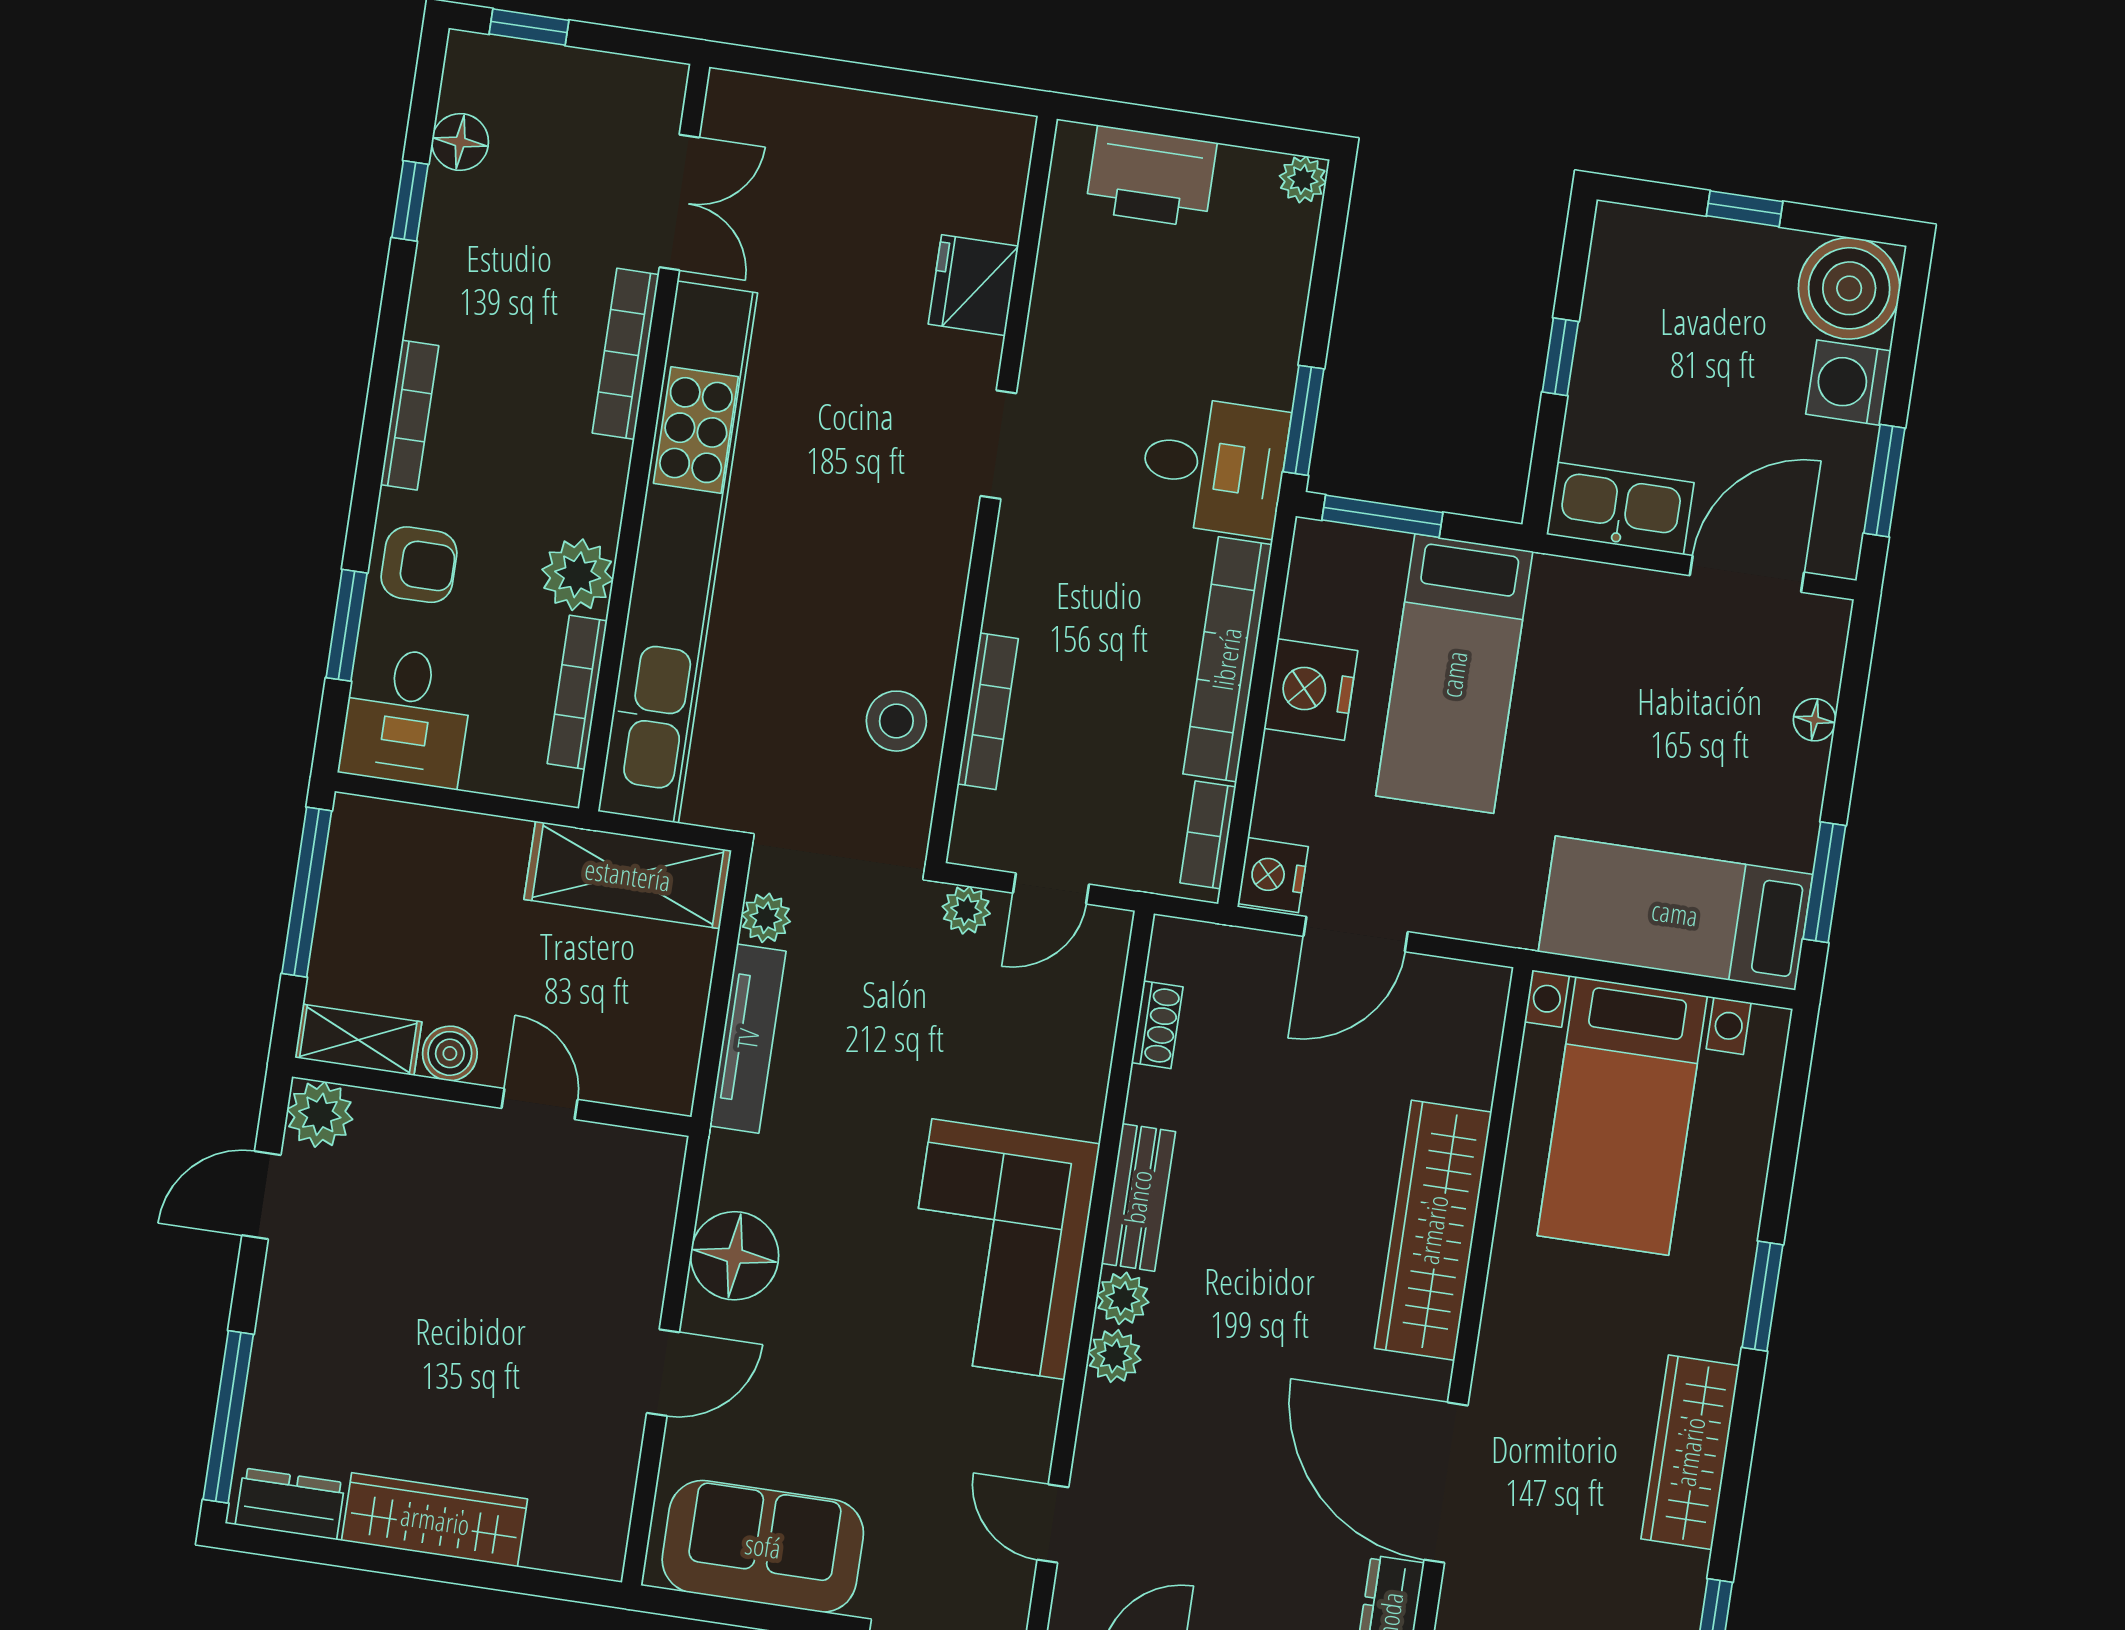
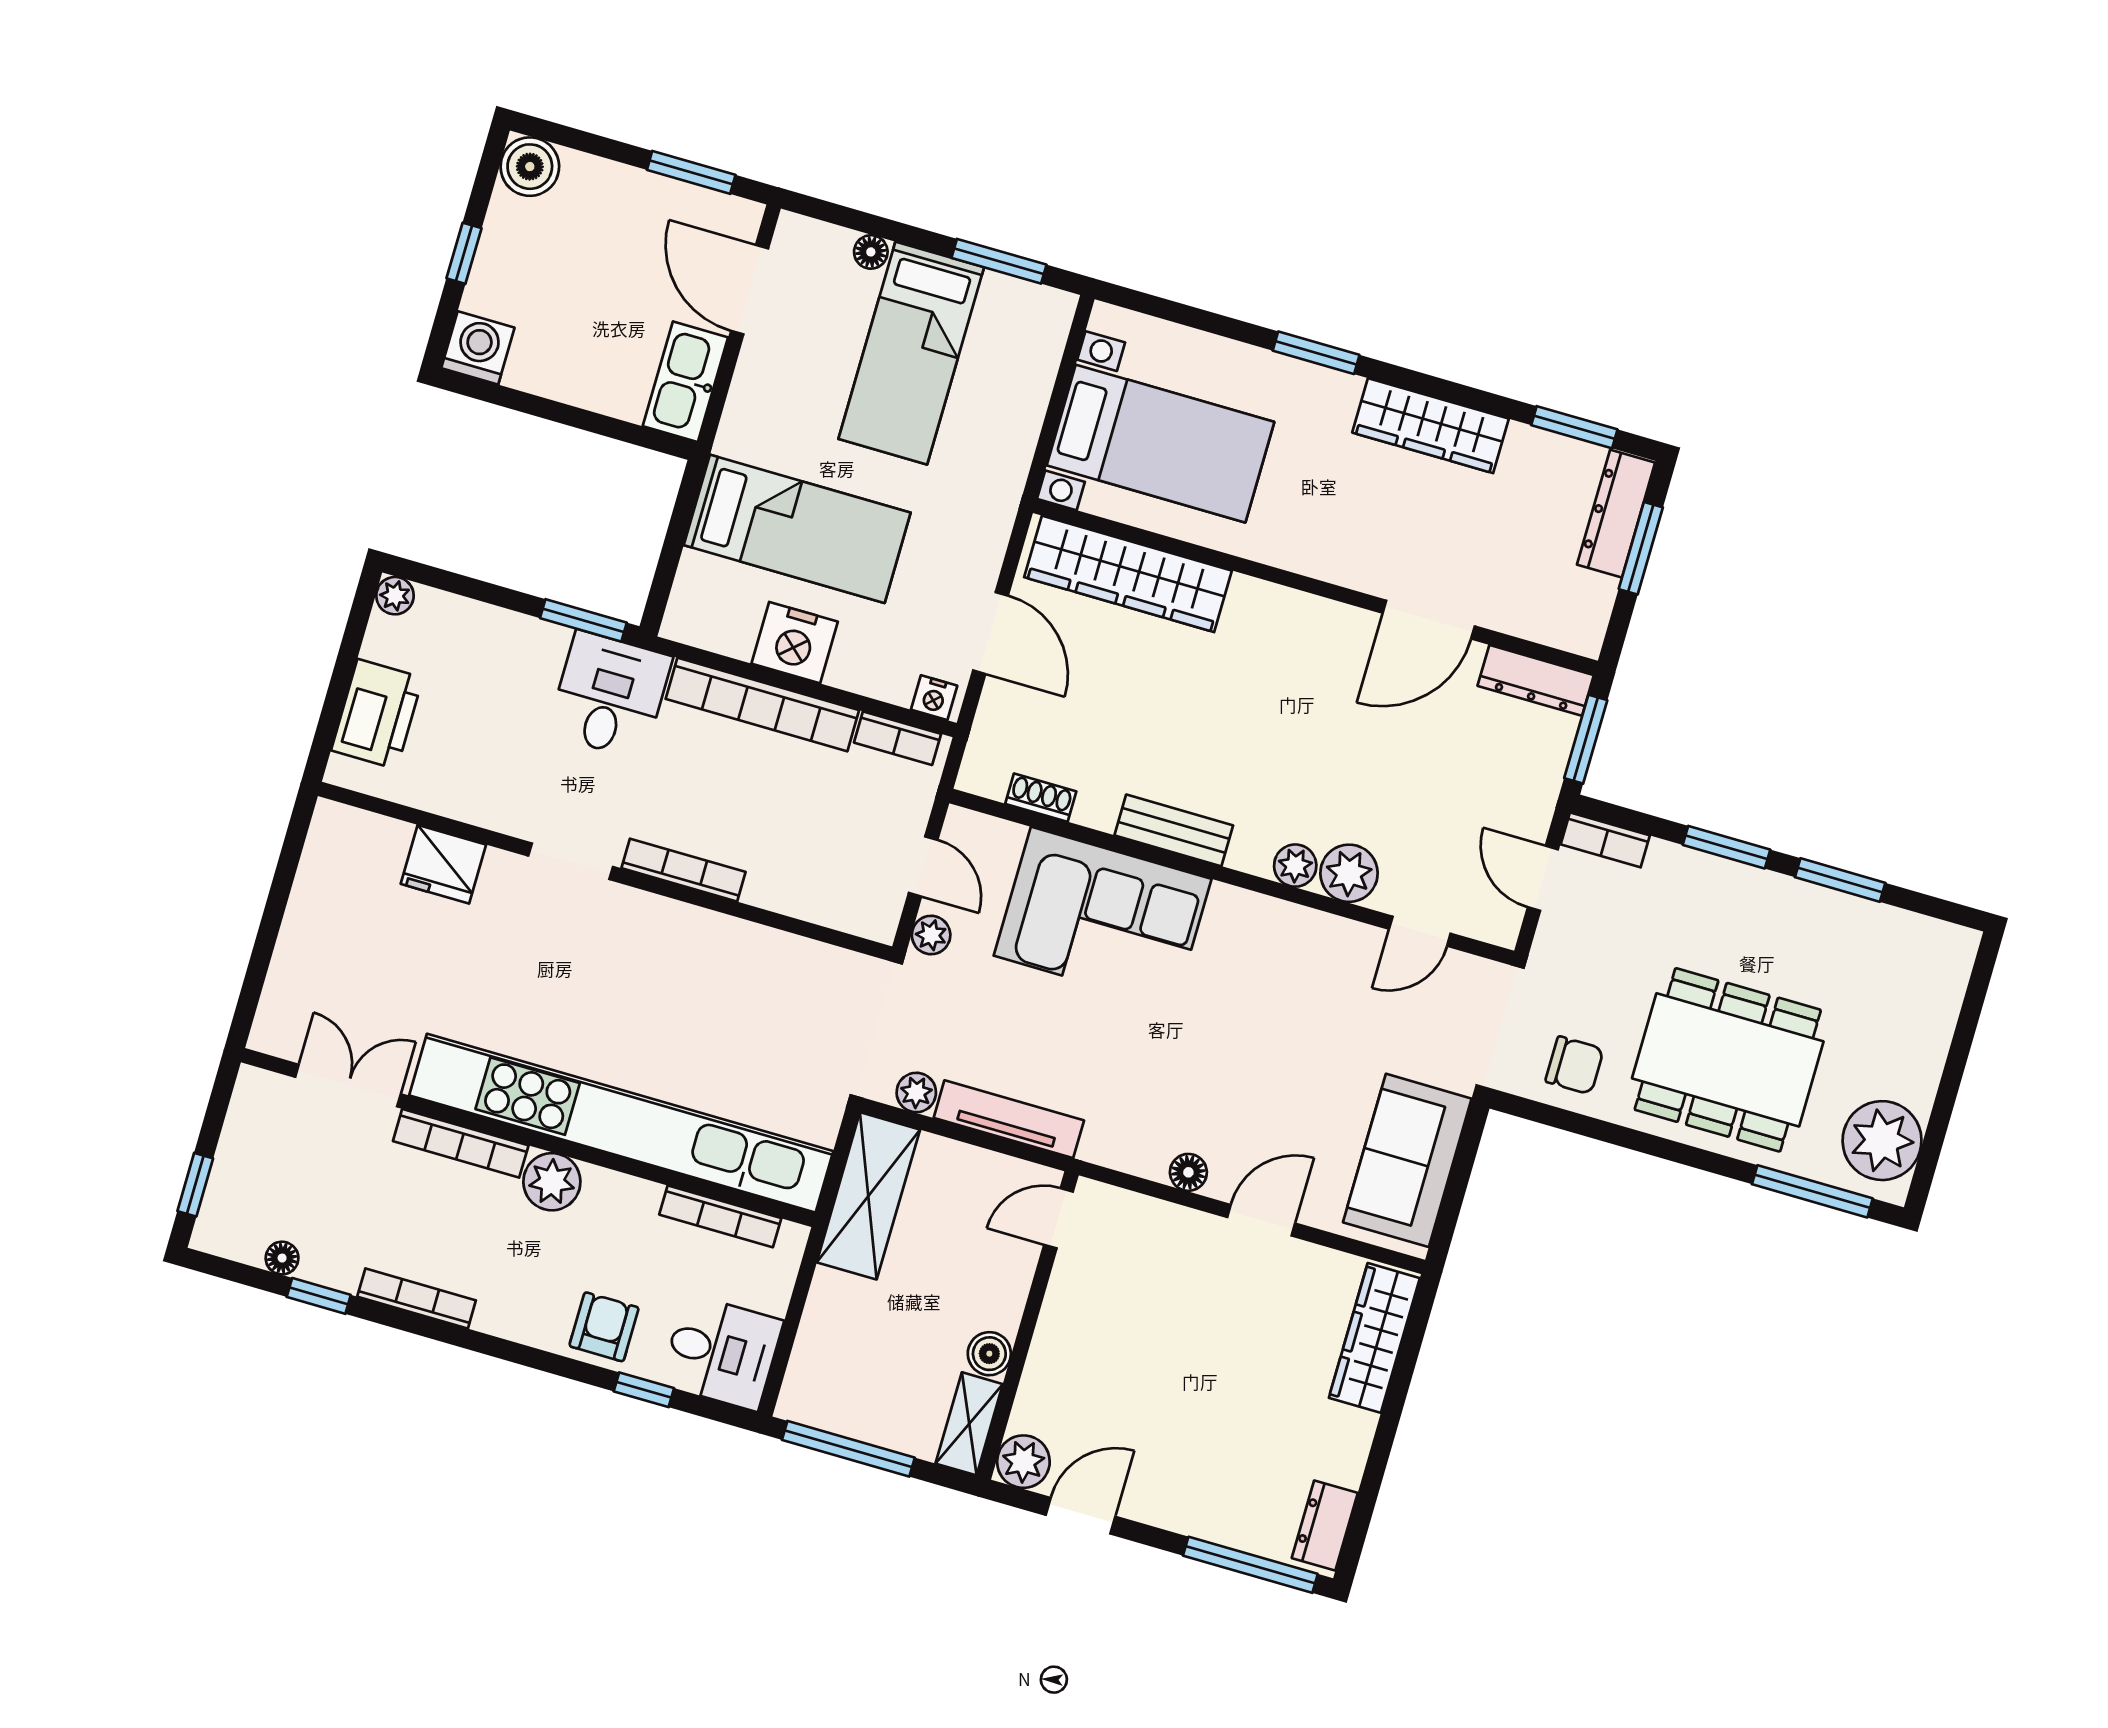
floor lamp: (460, 142) -> (282, 1258), width x0.73, depth x0.73
boiler: (1849, 288) -> (530, 167), width x0.73, depth x0.73
window: (1560, 357) -> (561, 413), removed
washing machine: (1848, 383) -> (478, 348), moved, turned 180
bookcase: (410, 415) -> (417, 1298), moved
window: (1382, 516) -> (667, 569), removed
plant: (578, 575) -> (552, 1182), moved
window: (347, 625) -> (644, 1390), width x0.67
bookcase: (988, 711) -> (684, 870), moved
stool: (896, 721) -> (776, 970), removed
nightstand: (1273, 875) -> (934, 698), width x0.72, depth x0.74
bed: (1675, 913) -> (911, 353), moved
door: (539, 1104) -> (1059, 1218), moved
door: (261, 1195) -> (1080, 1516), swing flipped
wardrobe: (1433, 1230) -> (1128, 574), moved
corner sofa: (998, 1249) -> (1103, 917), moved
floor lamp: (735, 1256) -> (1188, 1172), width x0.53, depth x0.53
plant: (1123, 1298) -> (1349, 873), moved, width x1.38, depth x1.38
door: (663, 1373) -> (1261, 1220), hinge flipped
door: (1446, 1483) -> (1429, 620), width x0.73
wardrobe: (435, 1520) -> (1374, 1338), moved

